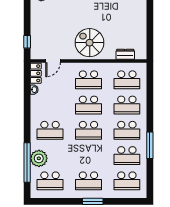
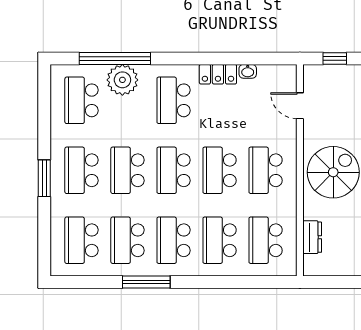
locker: (36, 73) -> (218, 74), moved
school desk: (88, 156) -> (128, 170), added

